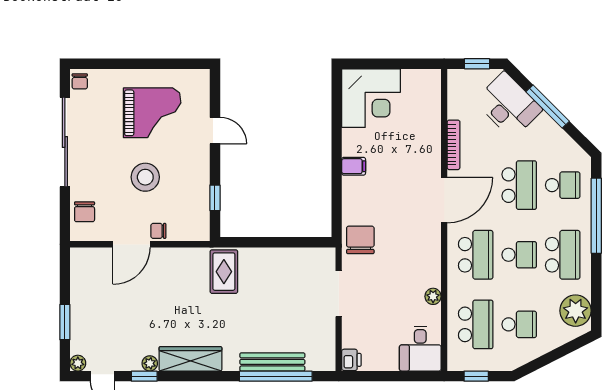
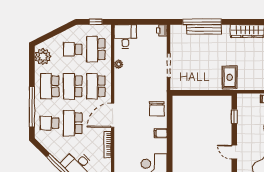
chair: (360, 240) -> (157, 109), moved
school desk: (519, 255) -> (73, 86), width x1.85

